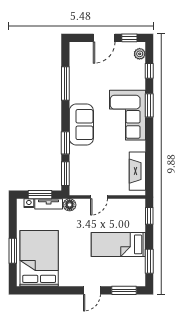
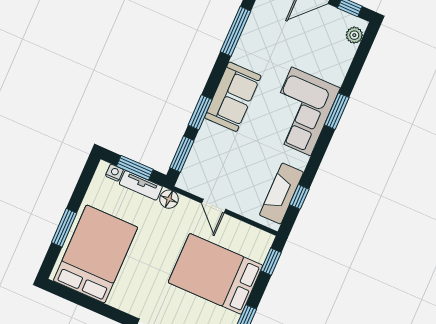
window: (149, 71) -> (299, 197), moved
door: (99, 197) -> (214, 206), hinge flipped
bed: (118, 244) -> (215, 274), width x1.50

